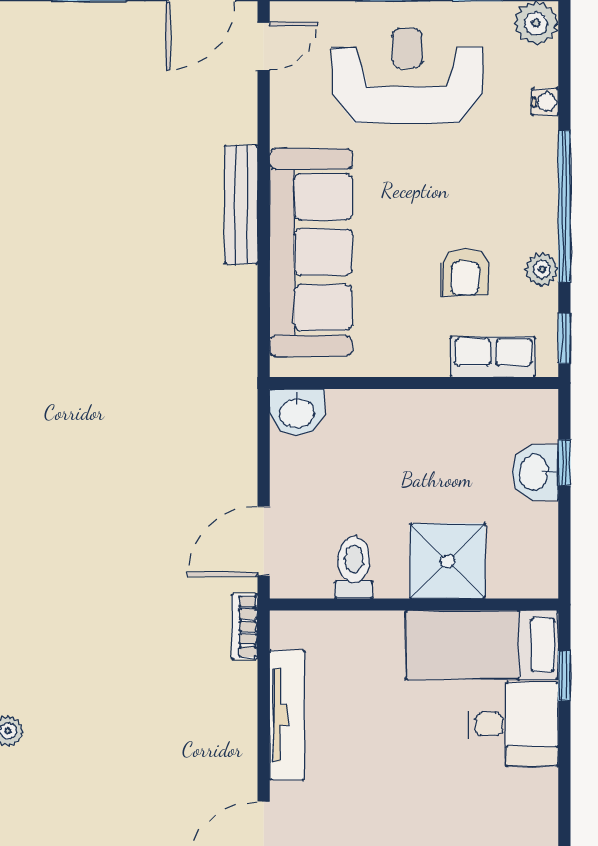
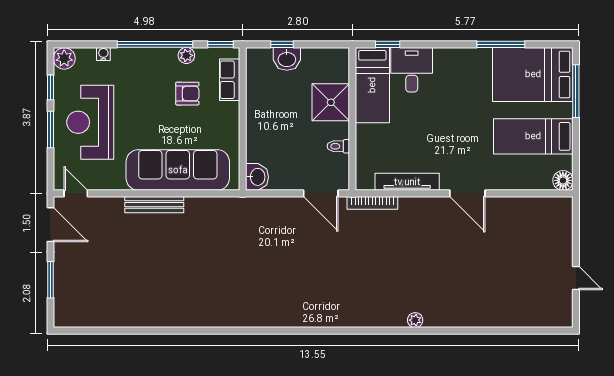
toilet: (354, 568) -> (338, 146), width x0.73, depth x0.72
bookcase: (245, 626) -> (372, 203), width x1.56

